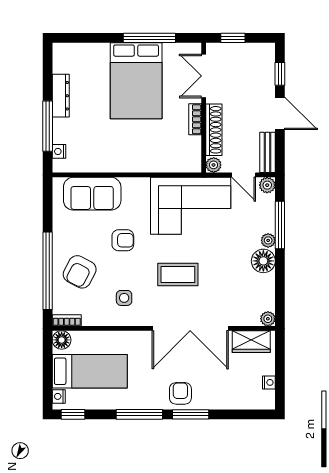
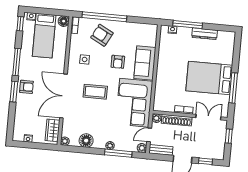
sofa: (92, 194) -> (145, 63), moved
floor lamp: (263, 261) -> (86, 141), moved
coffee table: (178, 275) -> (95, 92), turned 90

